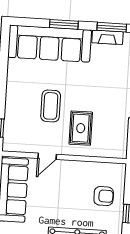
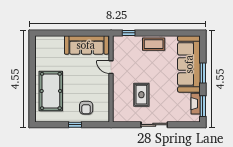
coffee table: (51, 106) -> (154, 44), moved
rug: (81, 128) -> (141, 95), moved, turned 90

